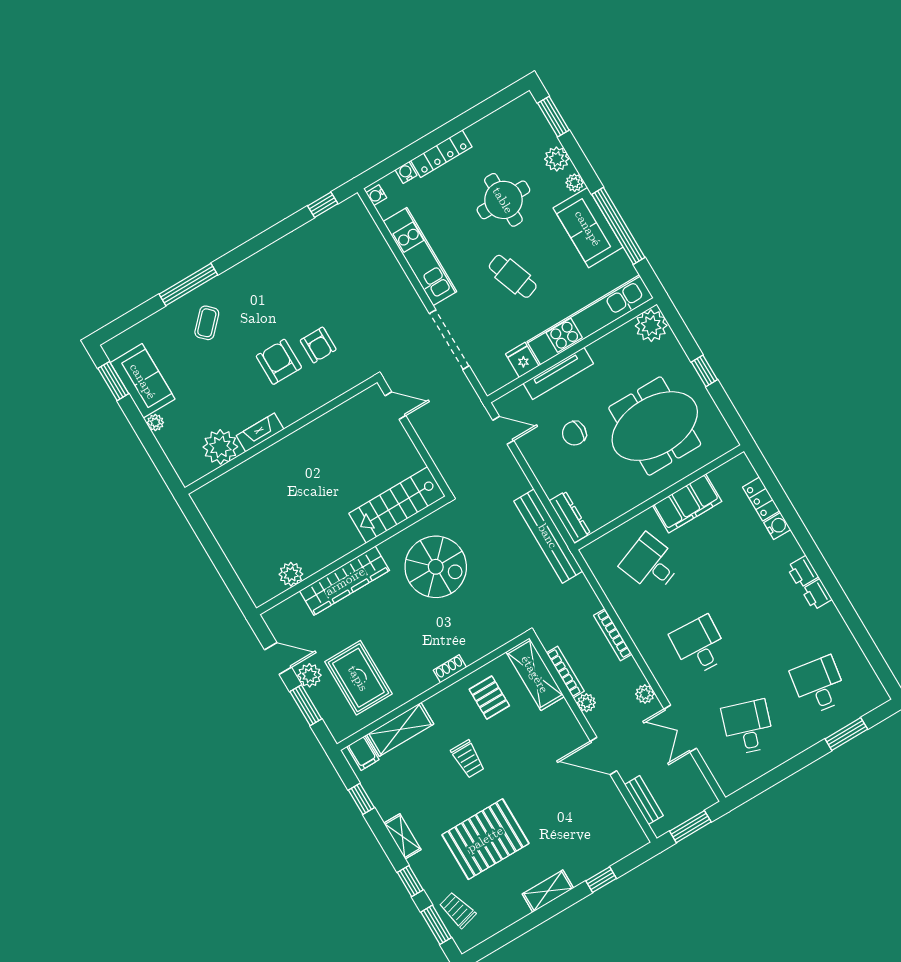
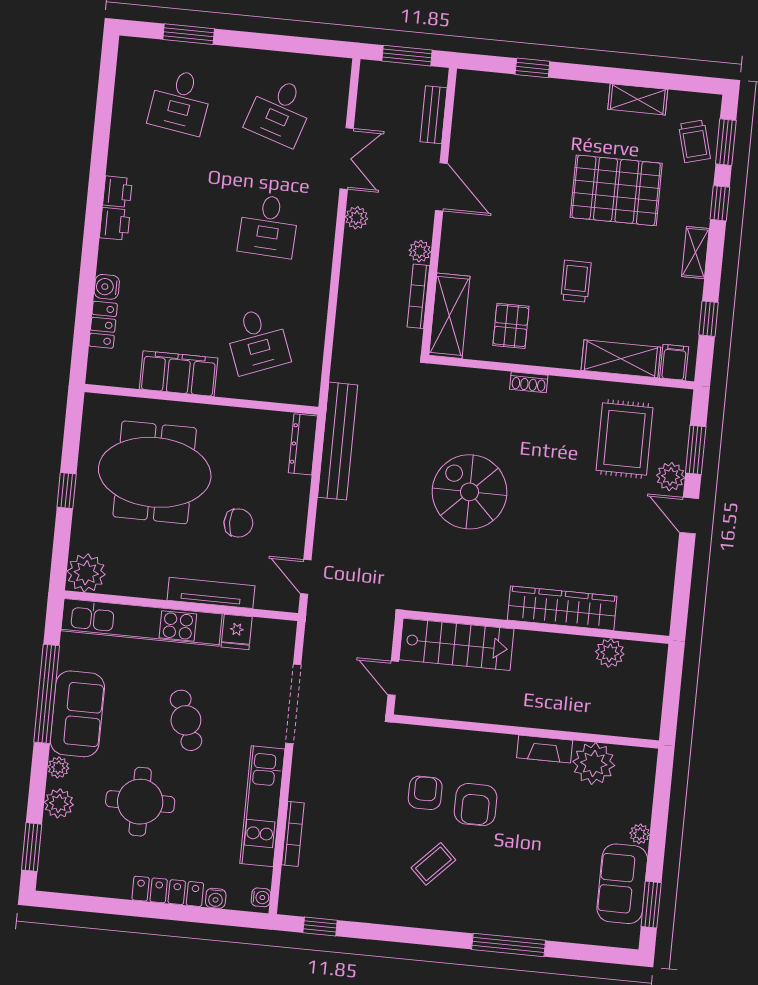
coffee table: (207, 323) -> (433, 864), moved
stairs: (397, 505) -> (457, 644), moved
wall: (353, 555) -> (536, 627), moved
plant: (291, 574) -> (610, 653), moved
wardrobe: (345, 581) -> (562, 608), moved
bookcase: (613, 635) -> (293, 834), moved
shelving: (548, 891) -> (638, 99), moved

